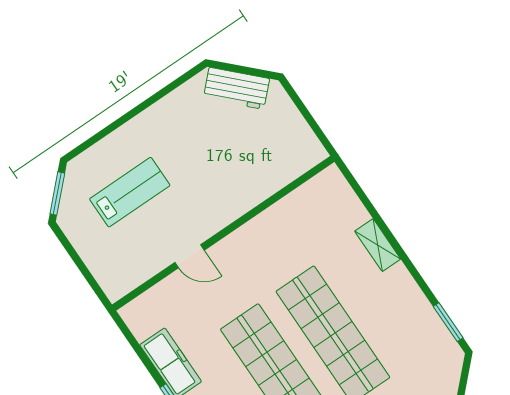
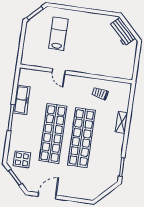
lab bench: (130, 192) -> (58, 34), turned -90
trolley: (296, 229) -> (100, 94), added

